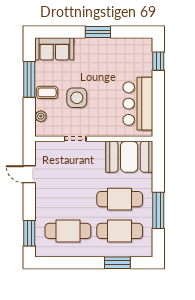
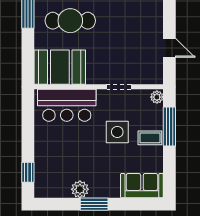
plant: (111, 46) -> (80, 189), added
window: (29, 79) -> (169, 127), moved
bar counter: (138, 104) -> (67, 105), moved, turned 90
plant: (41, 116) -> (157, 97), moved

